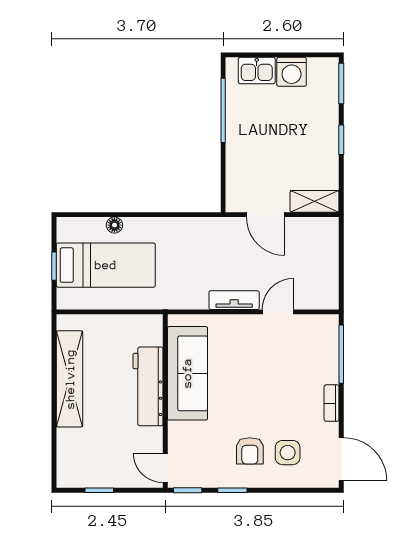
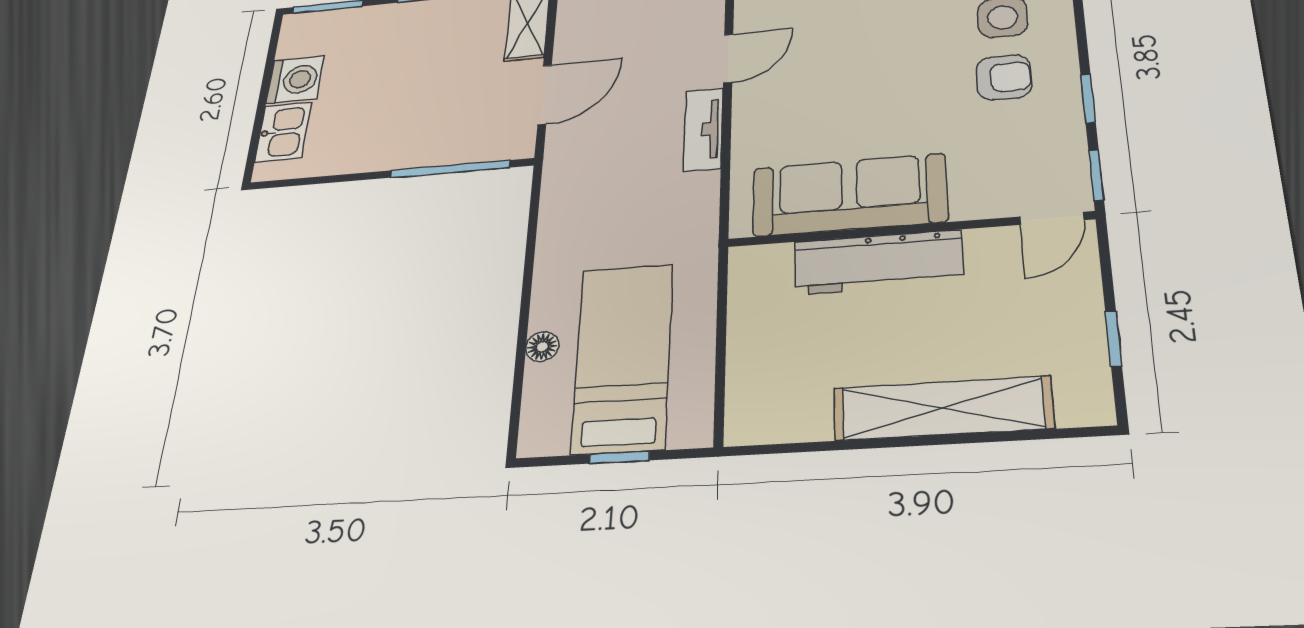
window: (223, 110) -> (450, 169), moved
door: (278, 312) -> (728, 58), swing flipped
shelving: (70, 379) -> (942, 408), moved

